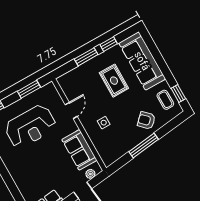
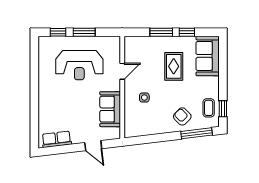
sofa: (142, 61) -> (208, 56), width x0.73
window: (29, 89) -> (84, 32), moved
window: (144, 146) -> (197, 133), moved
plant: (90, 174) -> (108, 135), removed

